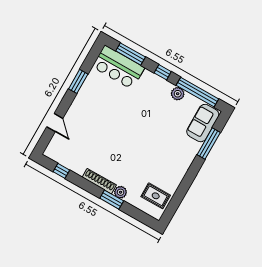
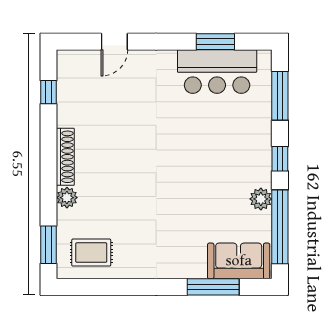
bar counter: (118, 67) -> (217, 72), moved, turned -90
window: (78, 81) -> (215, 42), moved
rug: (156, 196) -> (91, 253), turned 90
window: (112, 200) -> (49, 245), moved

